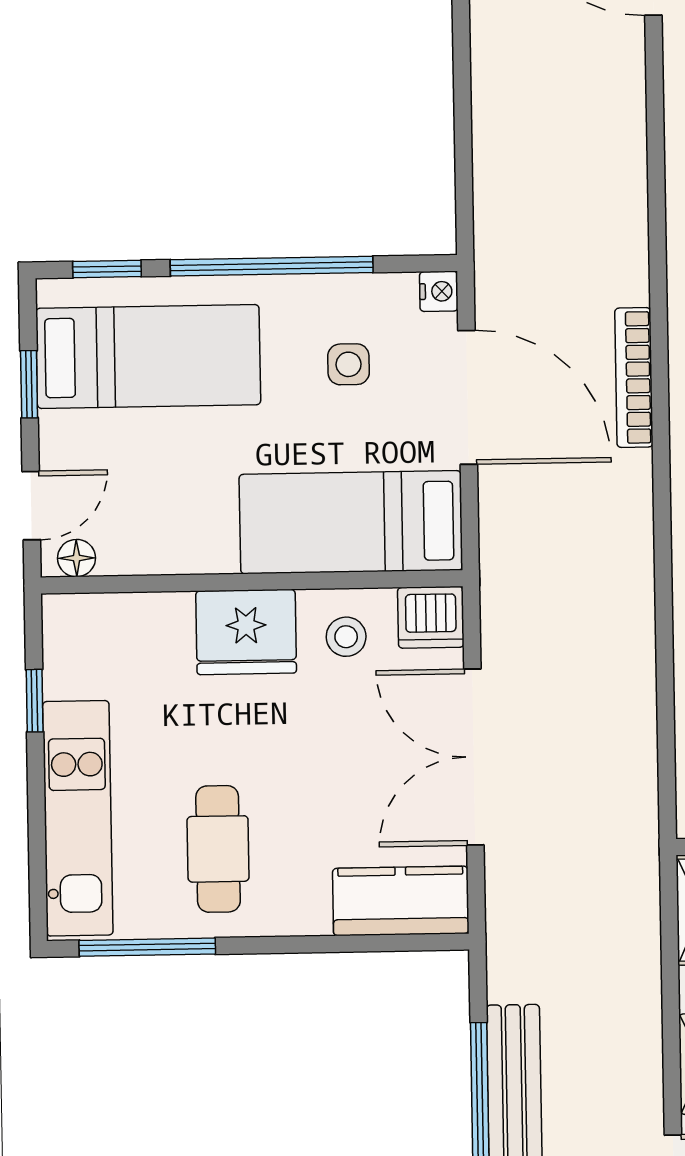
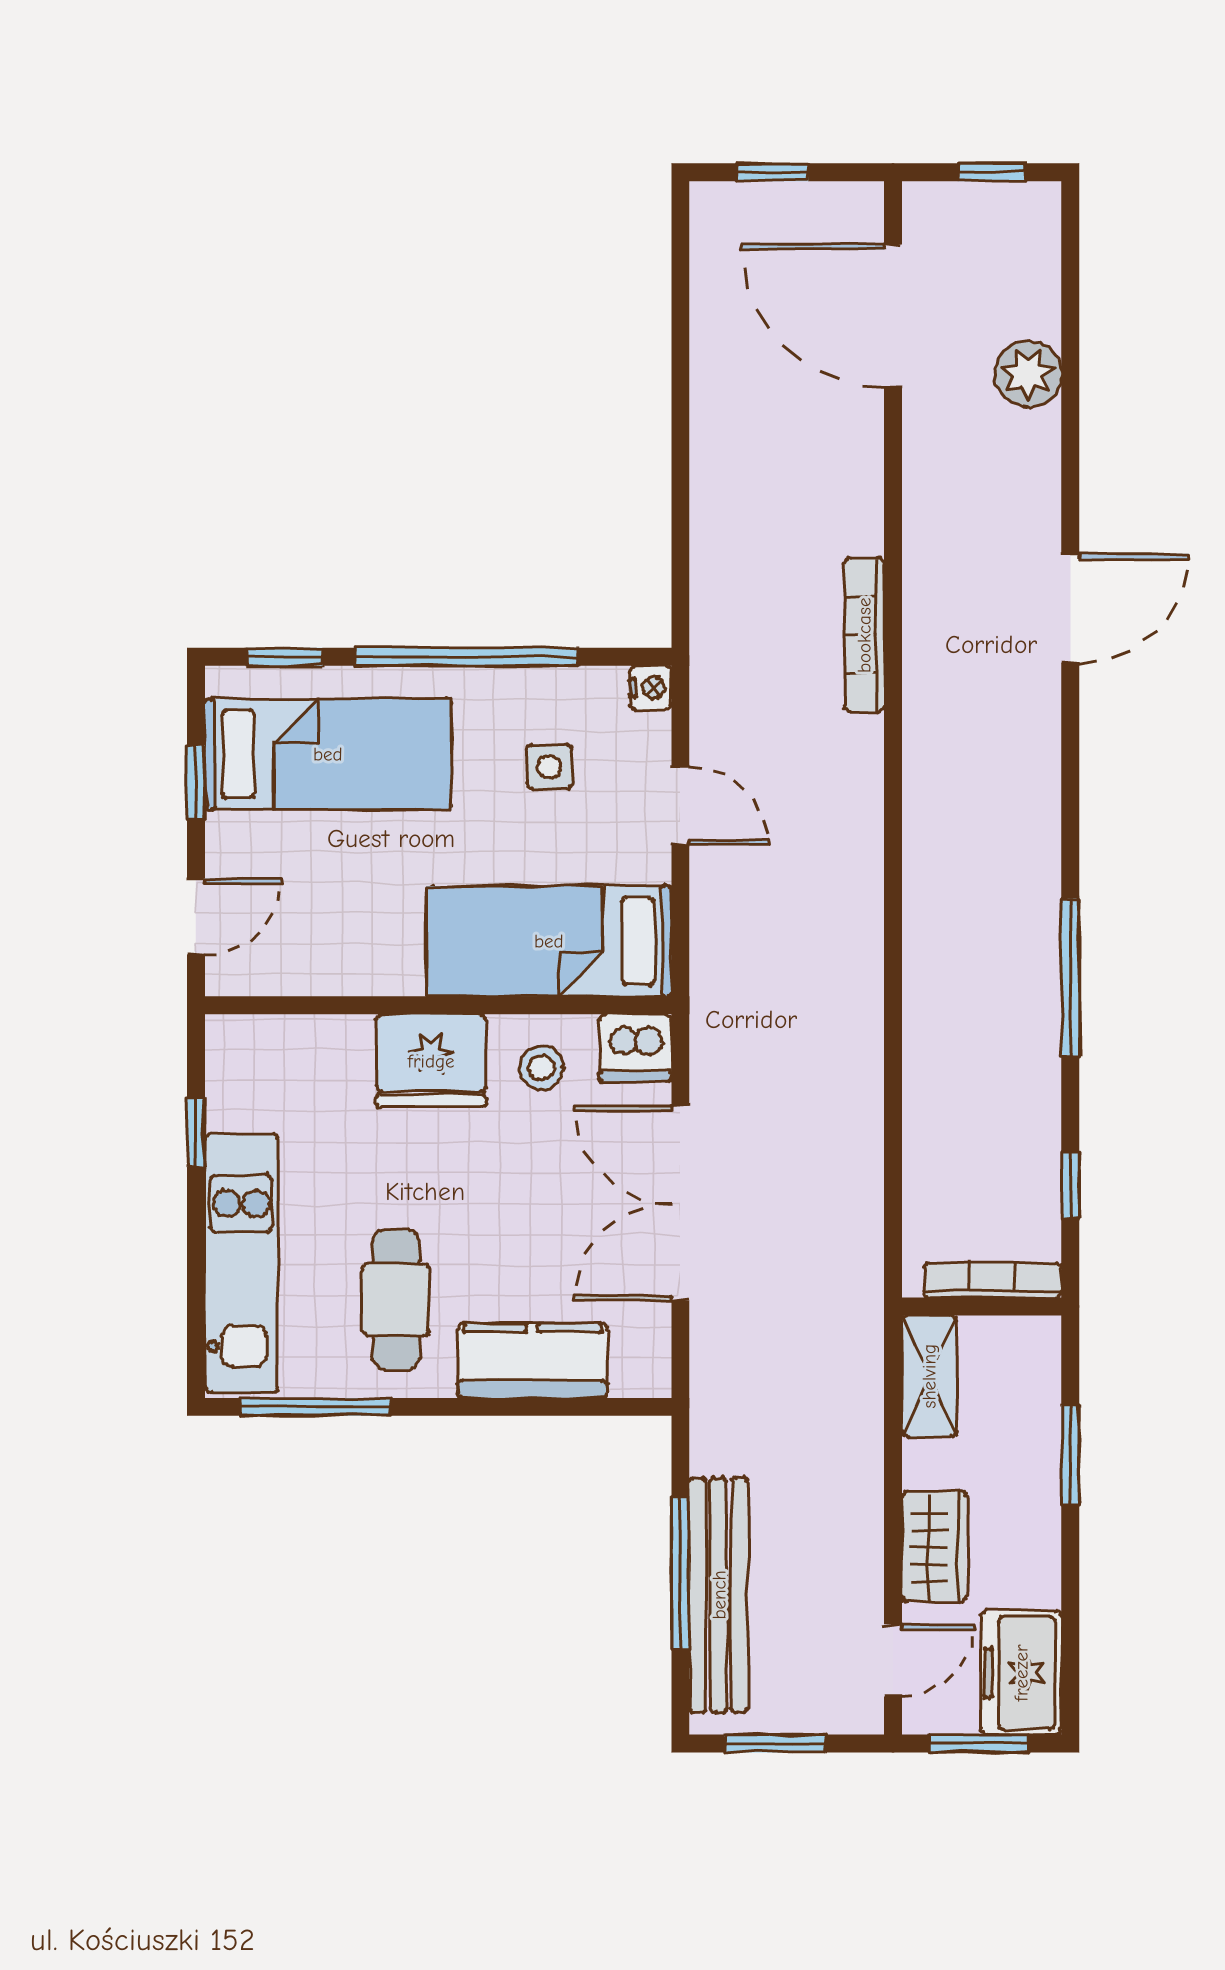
bookcase: (634, 378) -> (864, 635), moved
door: (468, 397) -> (680, 806), width x0.53
floor lamp: (76, 558) -> (245, 976), removed
kitchen counter: (401, 901) -> (532, 1361), moved

